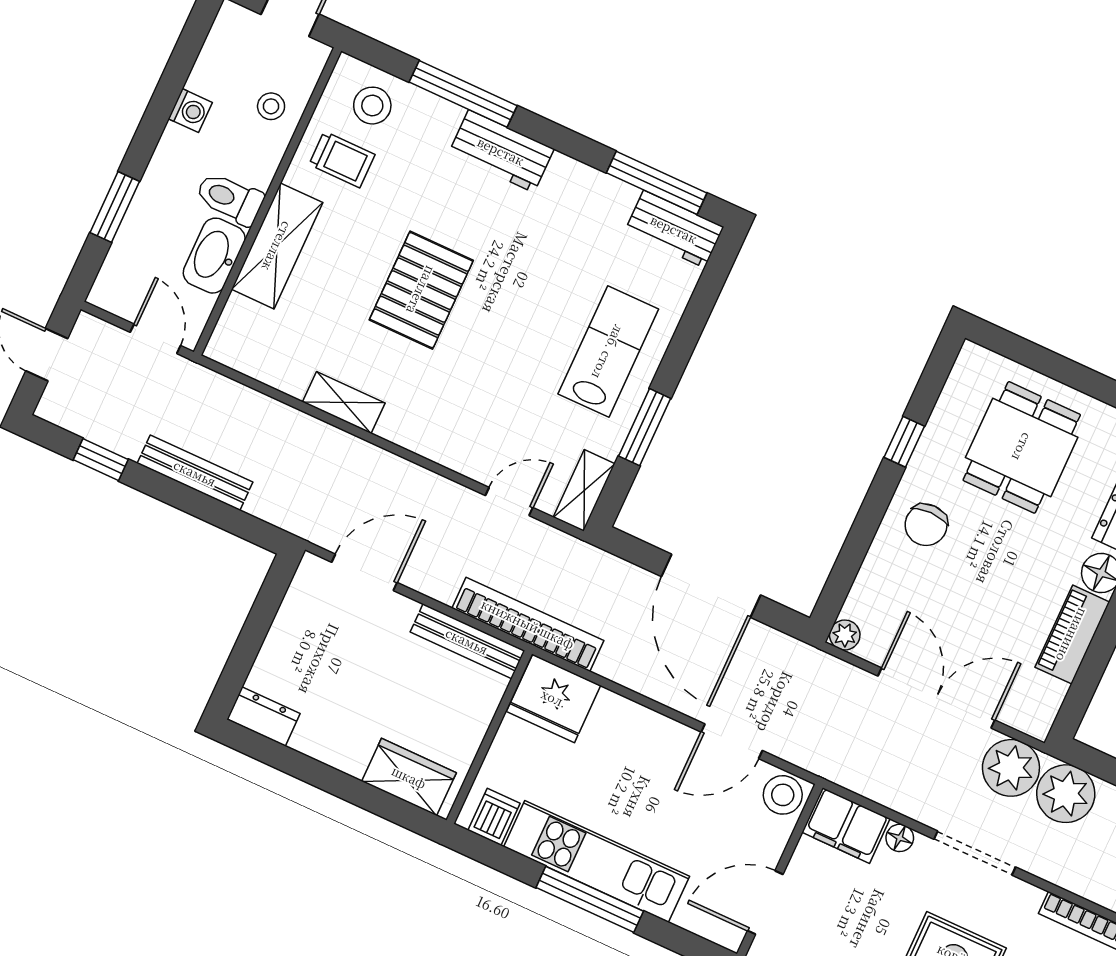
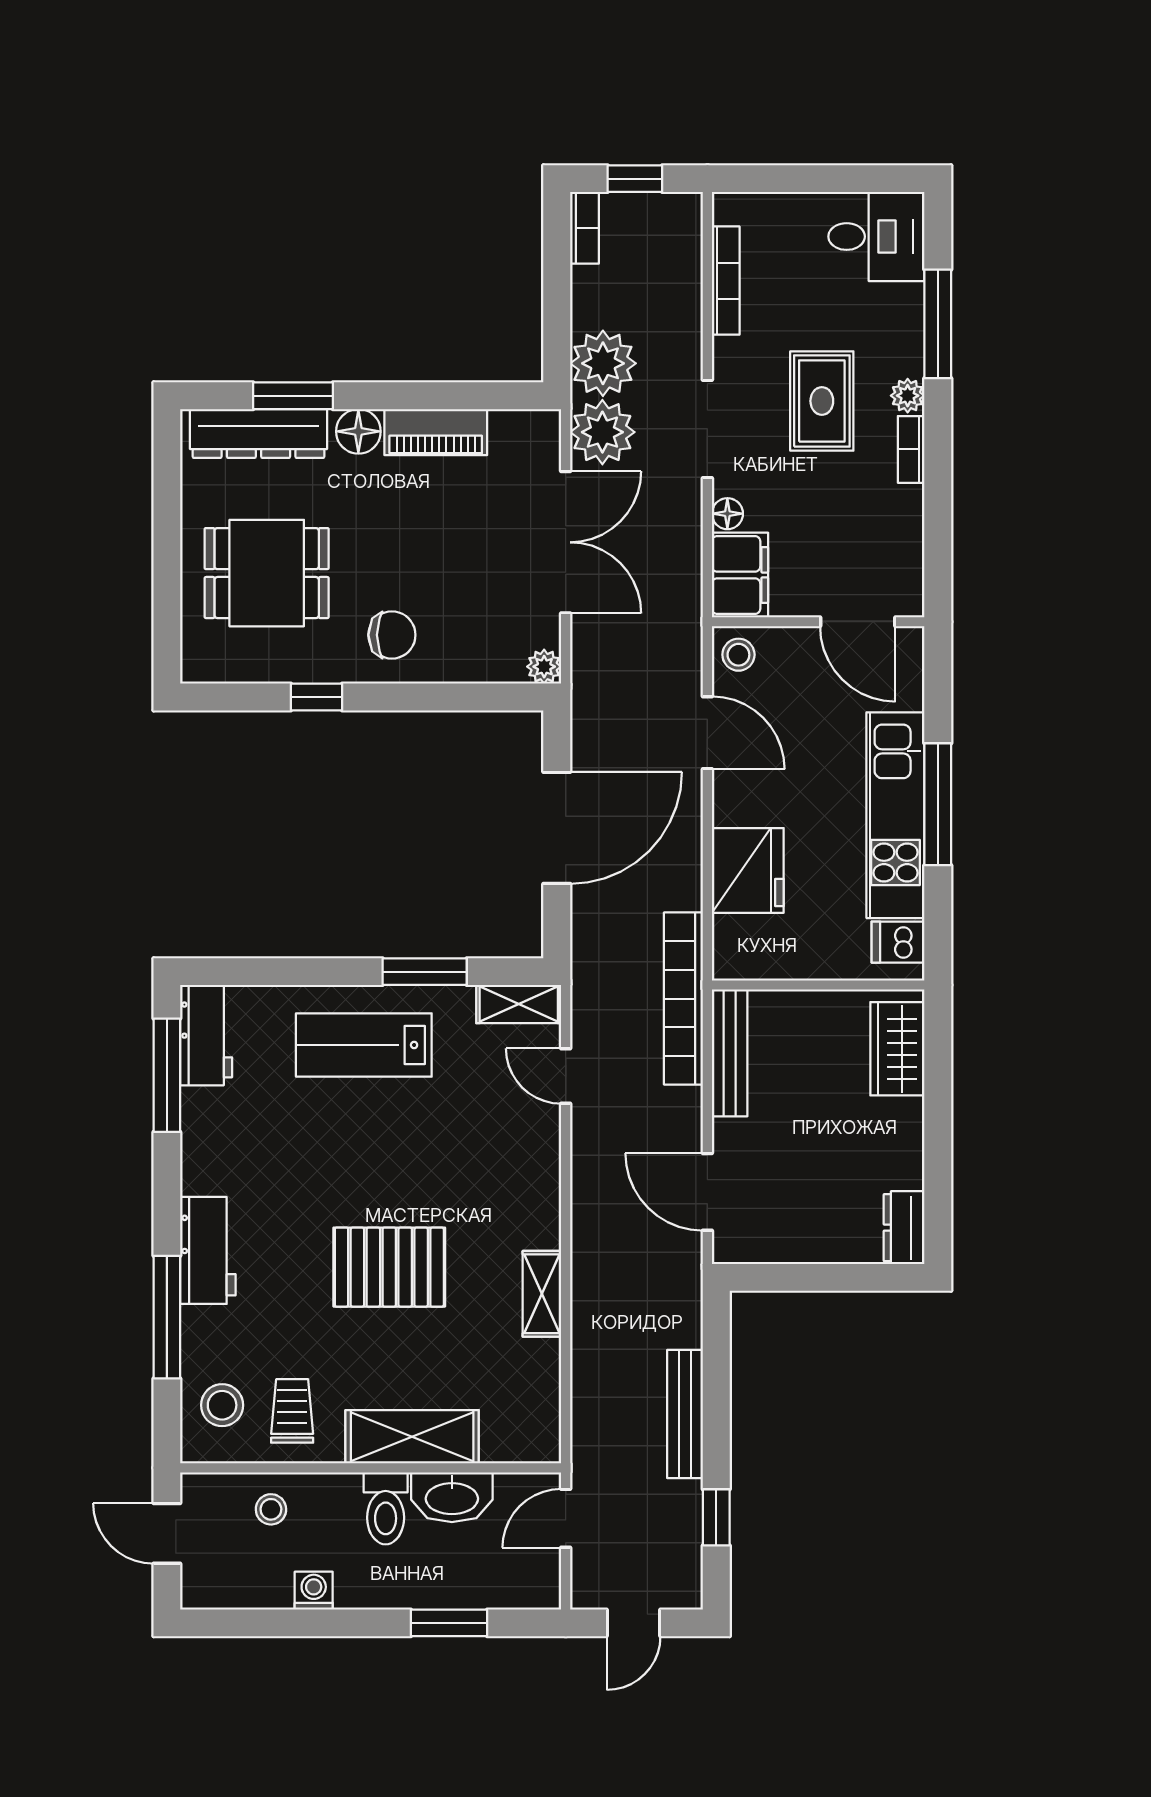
fridge: (554, 698) -> (748, 870), moved
double door: (936, 698) -> (566, 542), swing flipped
stool: (783, 795) -> (738, 655), width x0.73, depth x0.73

